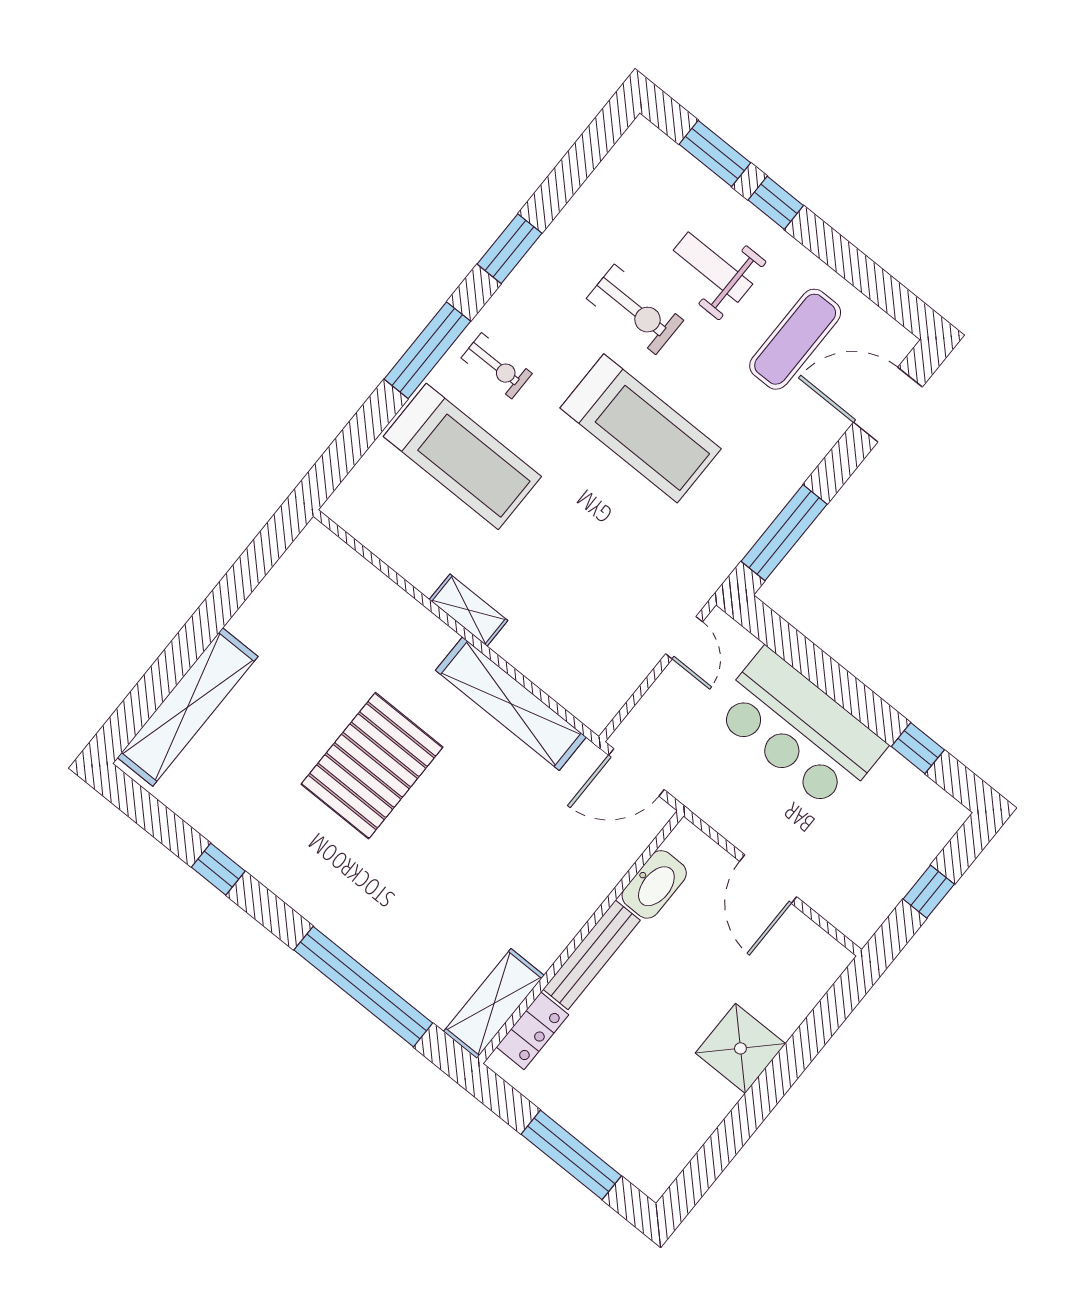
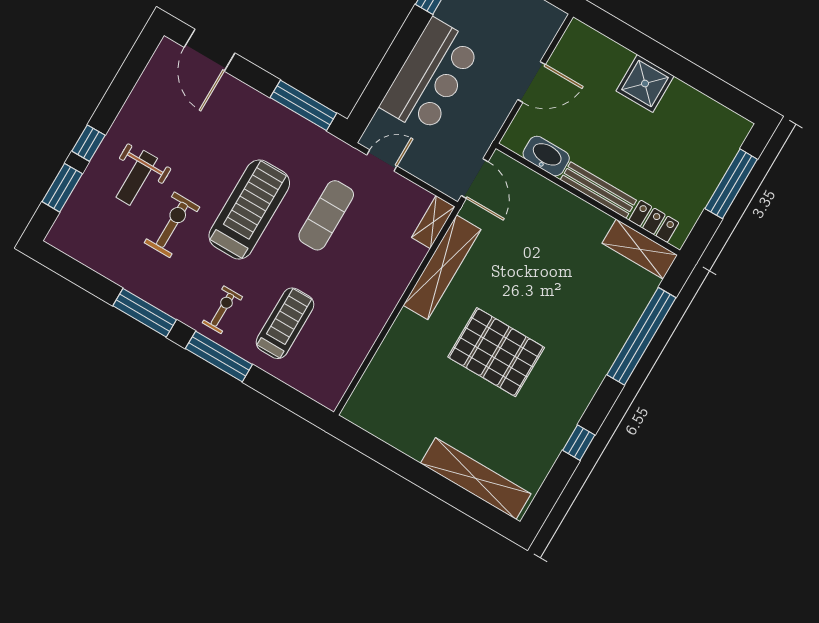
window: (510, 249) -> (145, 313), width x1.44
exercise mat: (795, 339) -> (326, 215), moved, turned 90
treadmill: (462, 456) -> (285, 323), width x0.73, depth x0.73
shelving: (469, 610) -> (433, 222), moved

